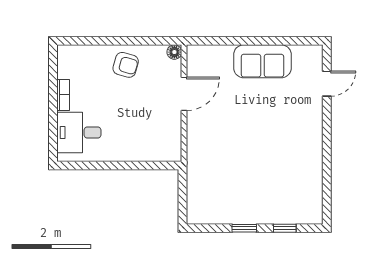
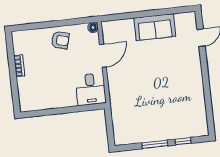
desk: (79, 133) -> (91, 89), moved, turned -90
window: (244, 228) -> (155, 144), width x1.50

